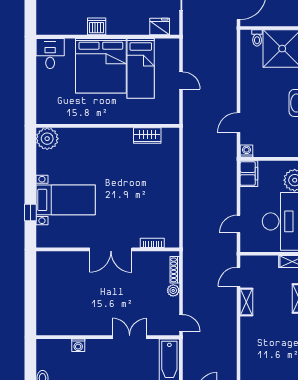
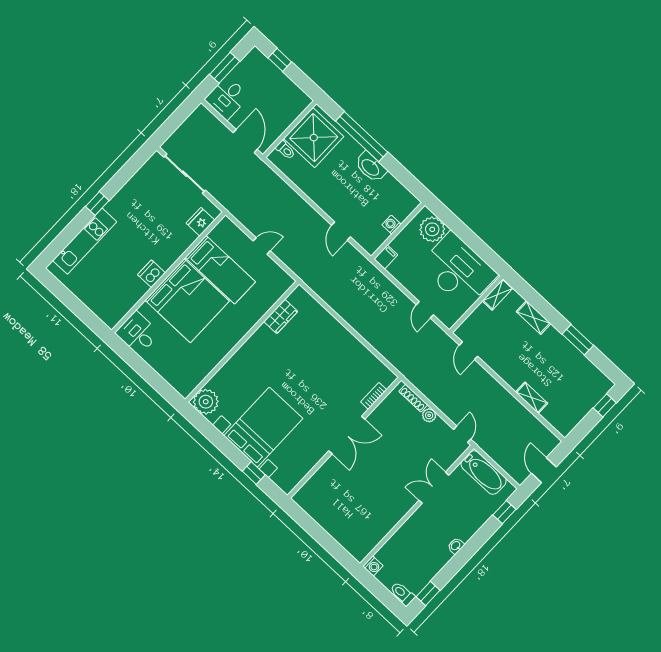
washing machine: (247, 151) -> (391, 225), moved
filing cabinet: (249, 174) -> (386, 257), width x0.50
bed with nightstands: (66, 200) -> (263, 427), width x1.36
shelving: (246, 302) -> (532, 398), moved
door: (181, 323) -> (462, 434), hinge flipped
washing machine: (78, 345) -> (373, 566), moved

